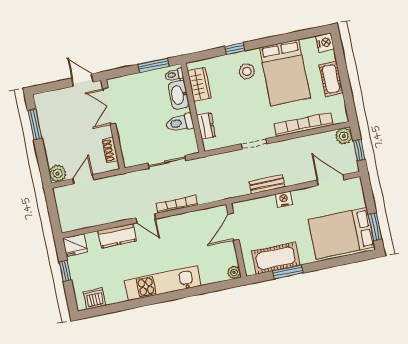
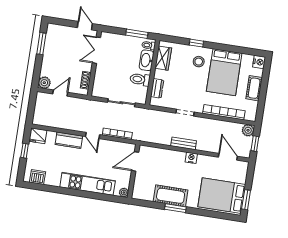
door: (233, 227) -> (135, 161), moved
wall: (236, 240) -> (134, 171), moved
plant: (234, 272) -> (124, 193), moved

